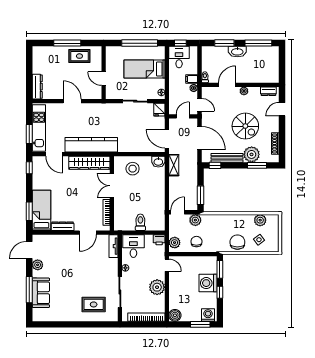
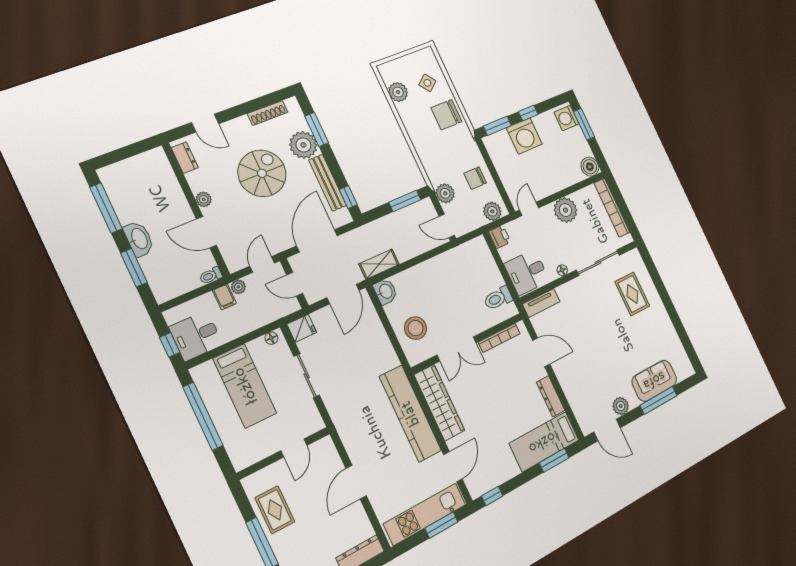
toilet: (140, 222) -> (498, 298), moved

